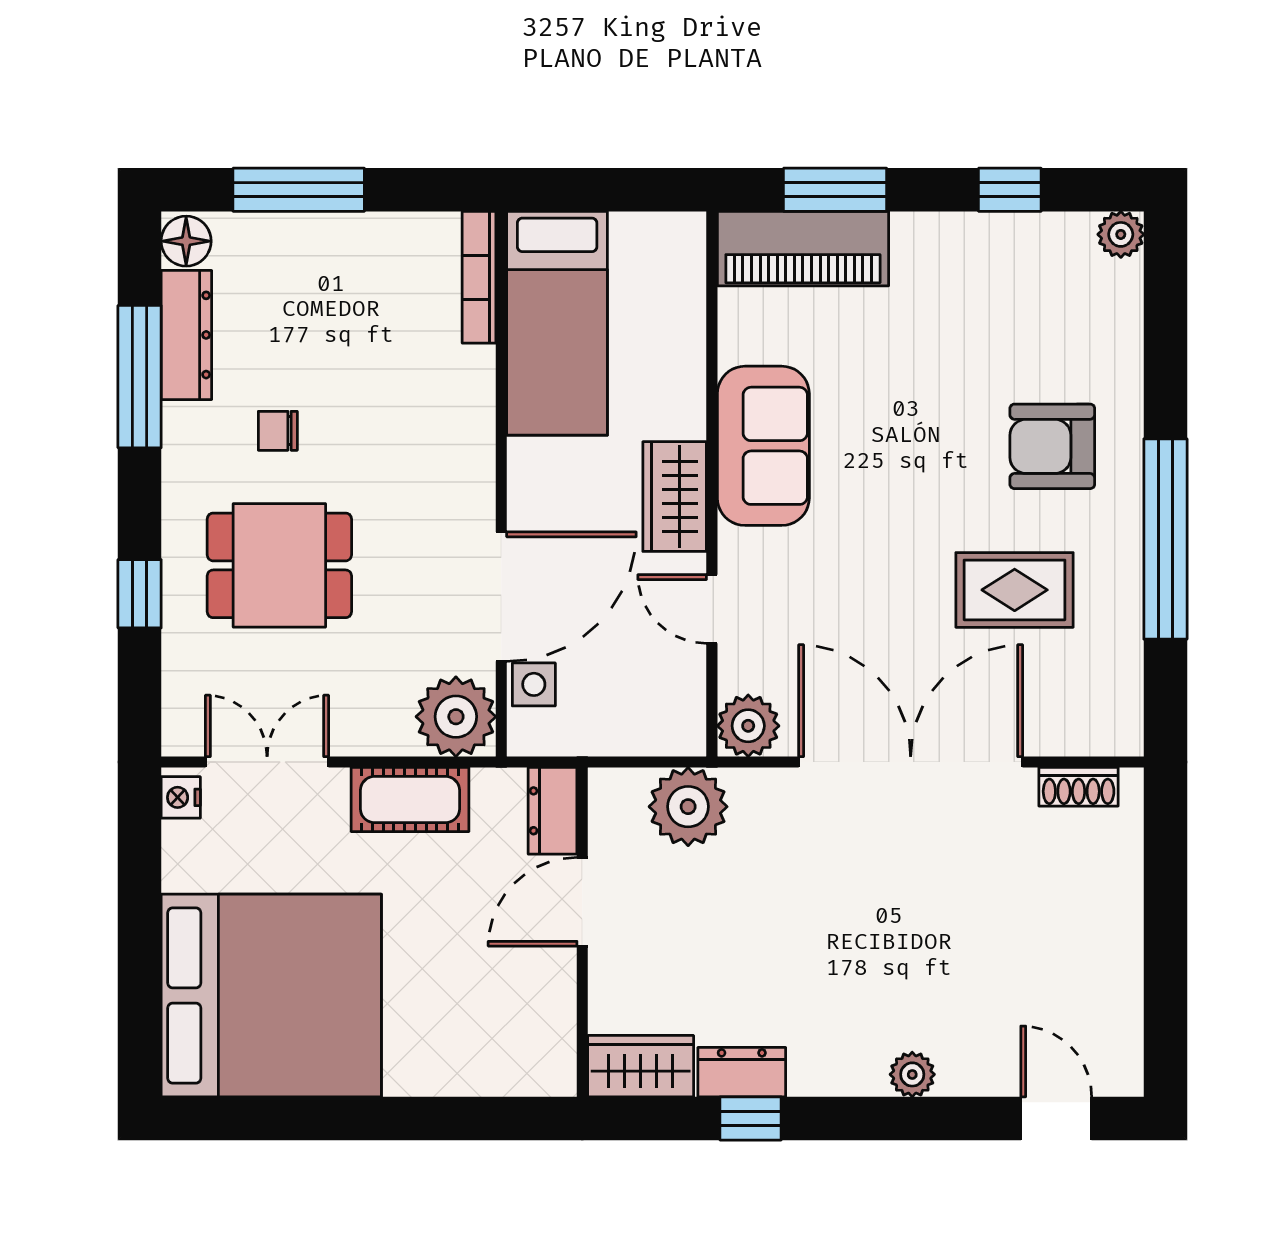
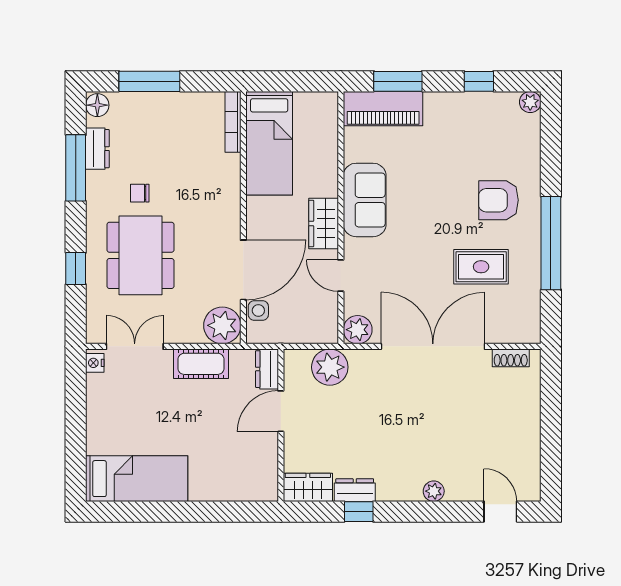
dresser: (186, 335) -> (97, 149), width x0.70
dining table: (279, 565) -> (140, 255), width x1.38
bed: (271, 996) -> (137, 479), width x0.49

